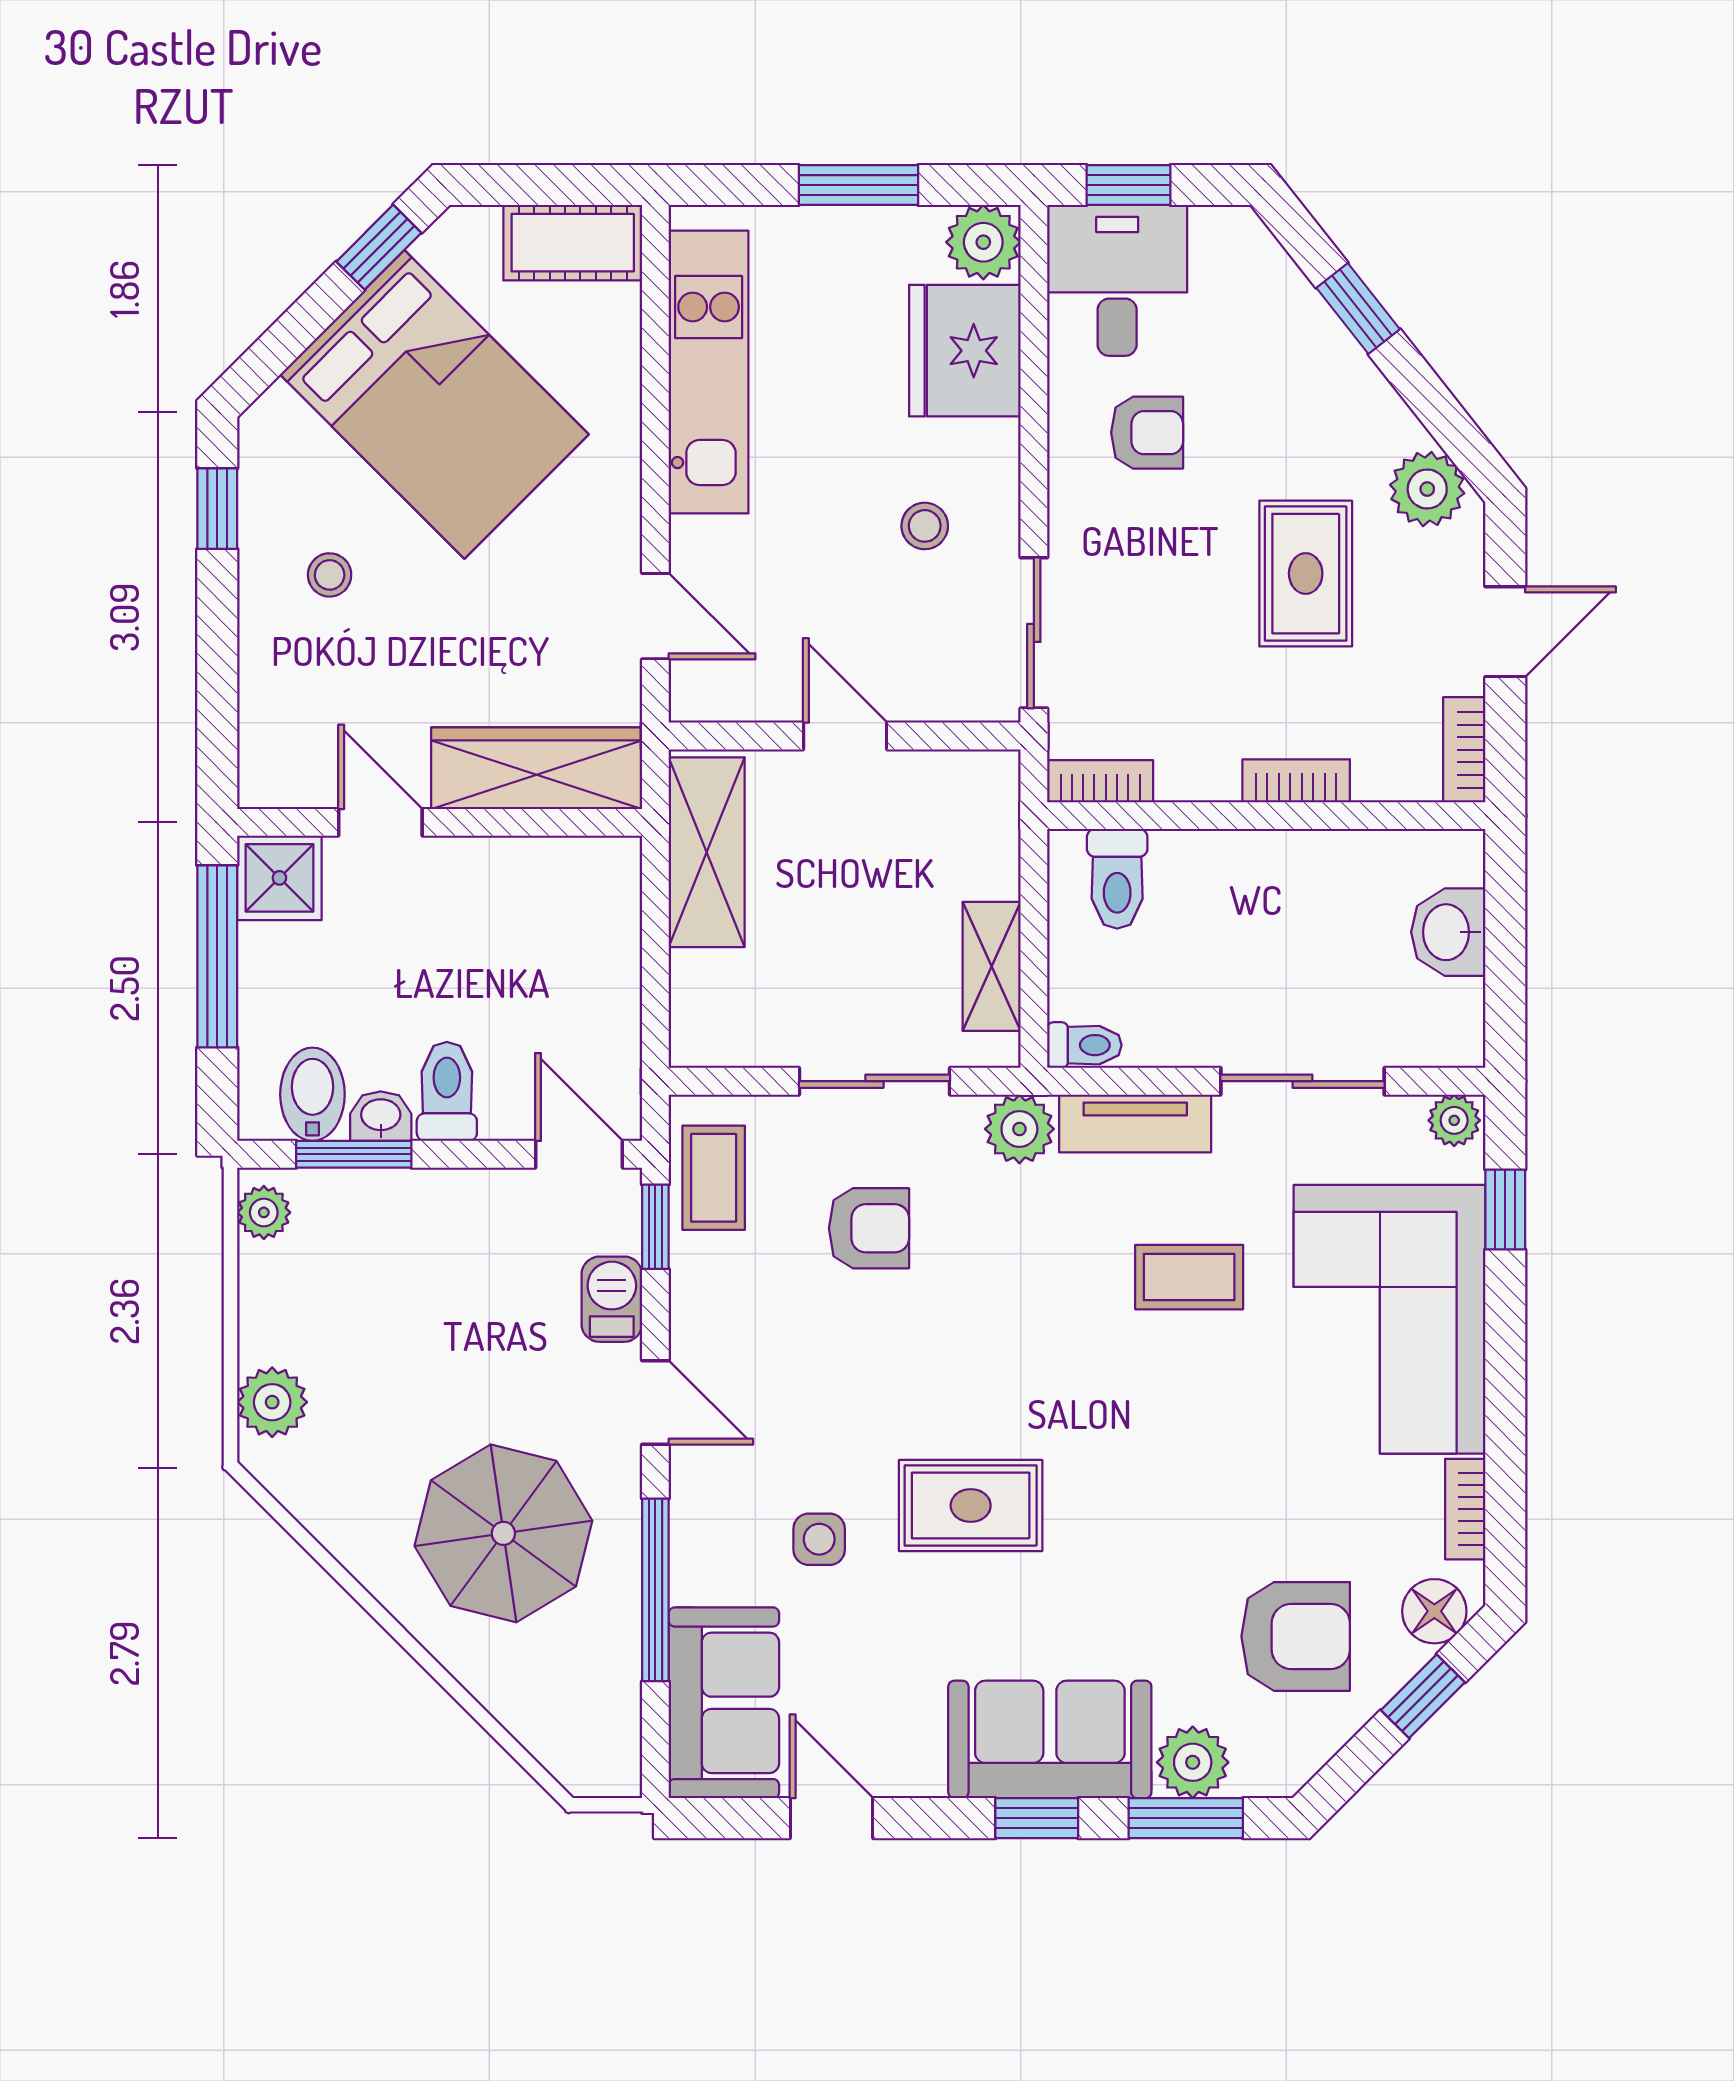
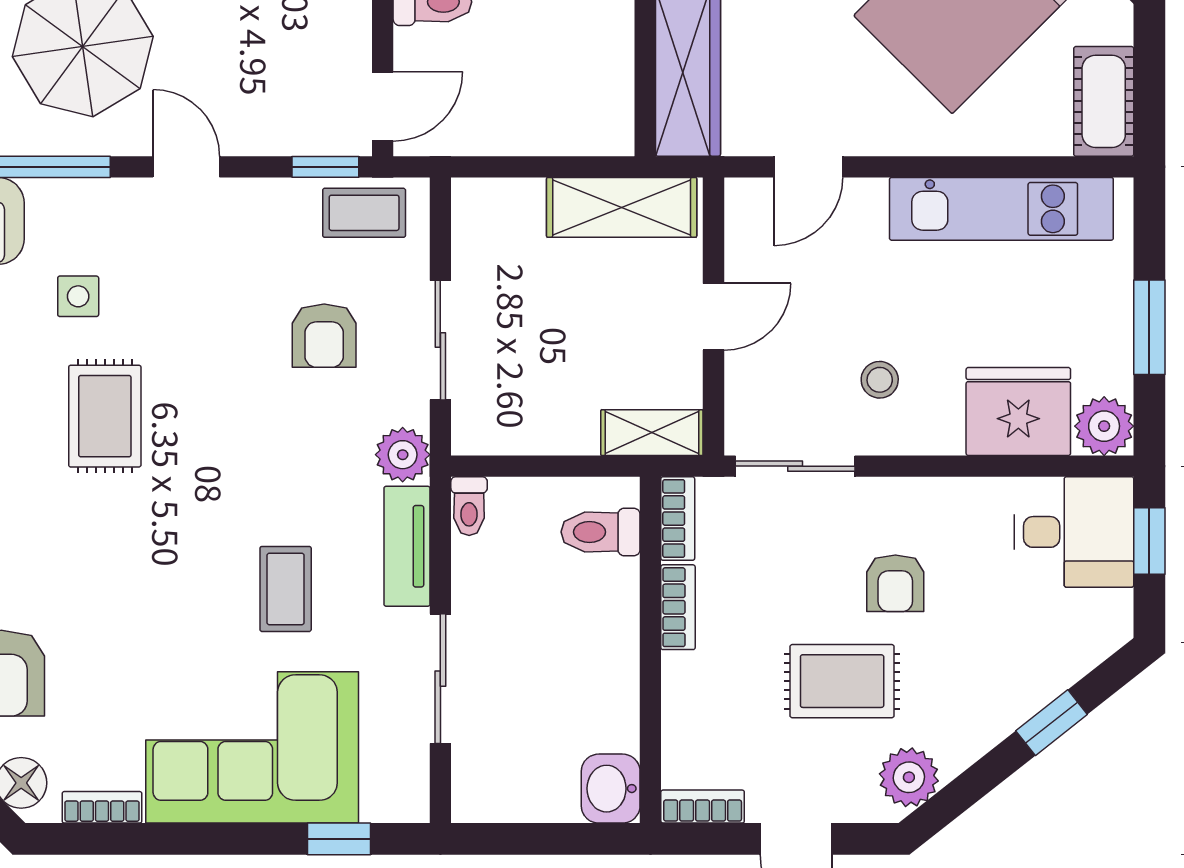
armchair: (1147, 433) -> (895, 583), moved
bookcase: (1296, 781) -> (678, 607), moved
washbasin: (1448, 932) -> (611, 789), moved, turned -90
shelving: (992, 966) -> (652, 433), moved
plant: (1454, 1120) -> (409, 799), removed
barbecue: (612, 1299) -> (268, 132), removed
door: (655, 1402) -> (186, 167), swing flipped

